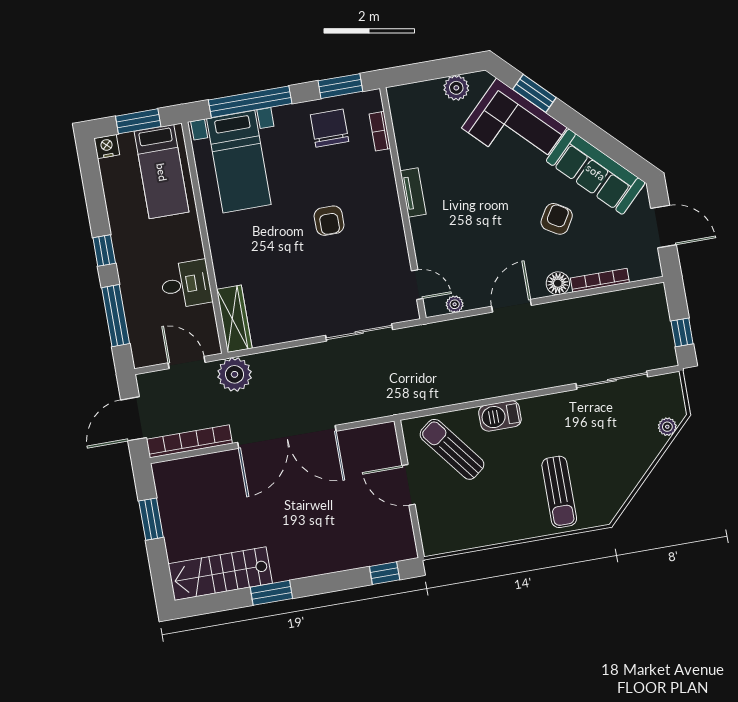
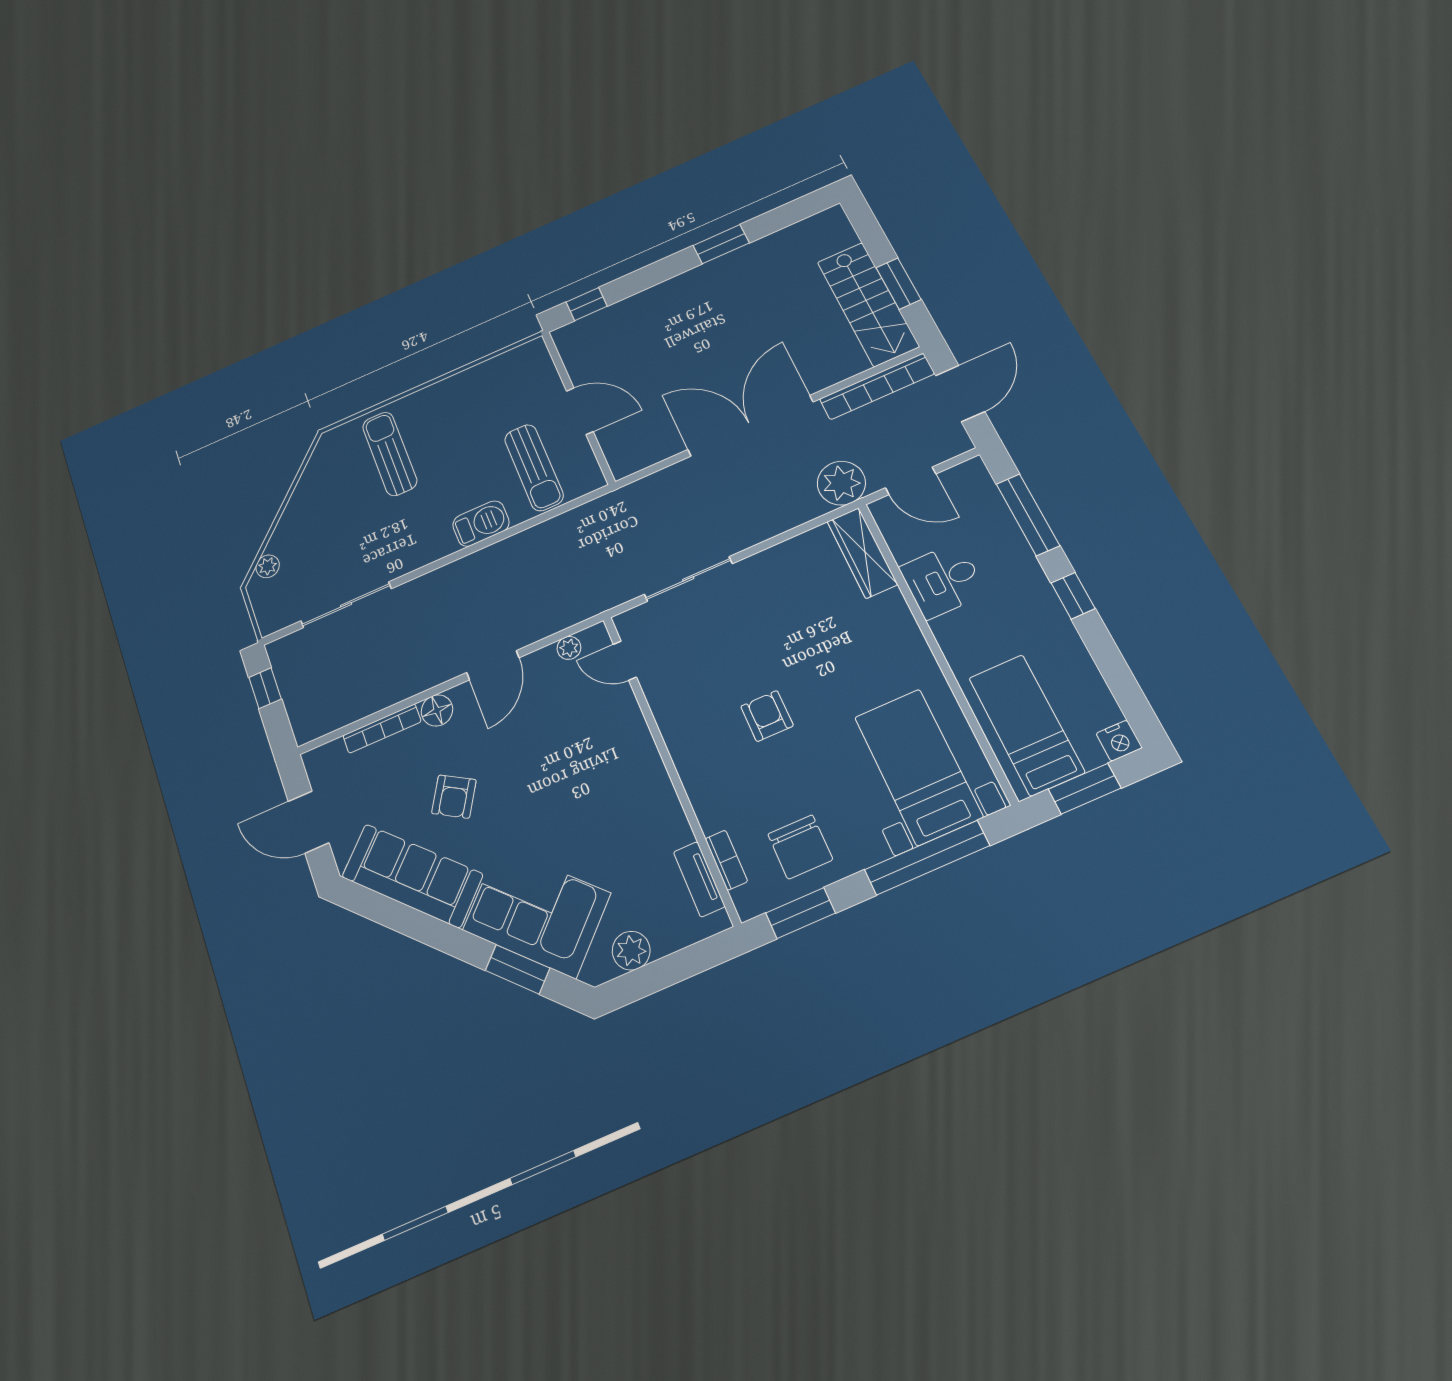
tv unit: (413, 192) -> (699, 879), moved
sun lounger: (452, 449) -> (534, 467), turned 38
stairs: (220, 574) -> (868, 304), moved, turned 90

